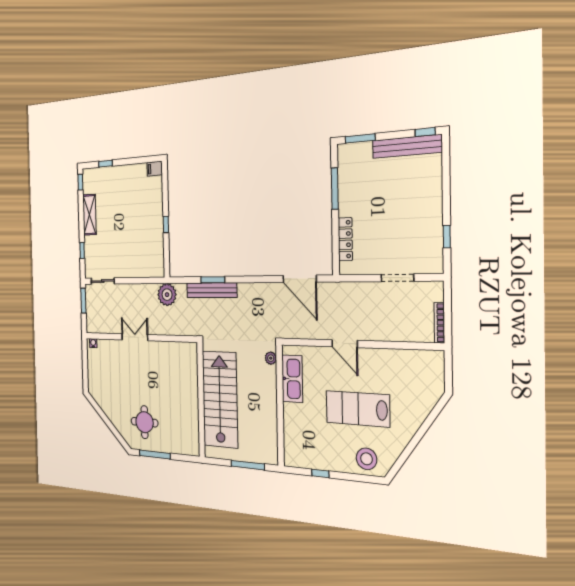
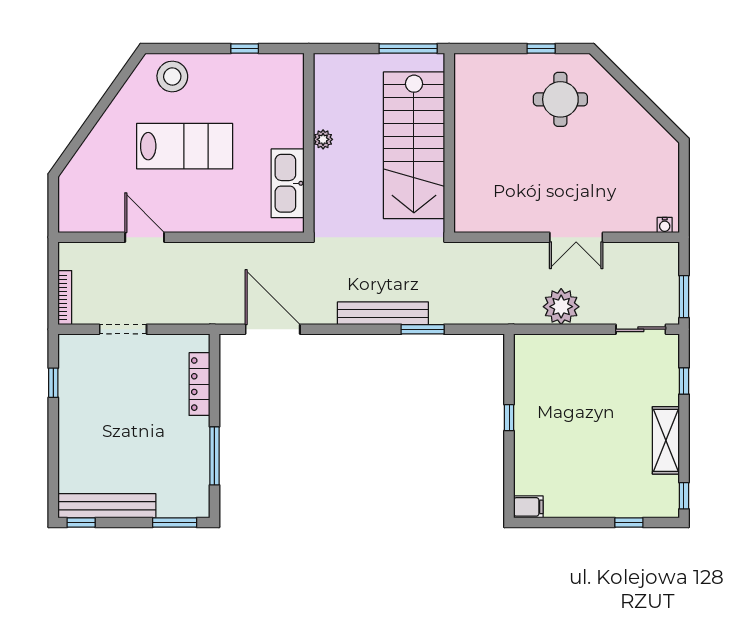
bench: (212, 290) -> (383, 313), moved
plant: (167, 295) -> (561, 307), moved
bookcase: (439, 323) -> (65, 298), moved
door: (345, 344) -> (145, 237), moved
plant: (271, 358) -> (323, 139), moved
window: (155, 454) -> (541, 48), width x0.46
window: (248, 465) -> (408, 48), moved

